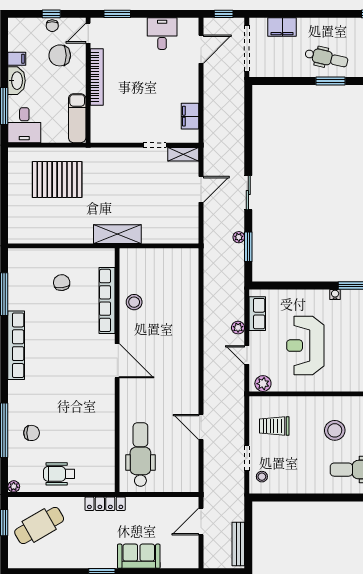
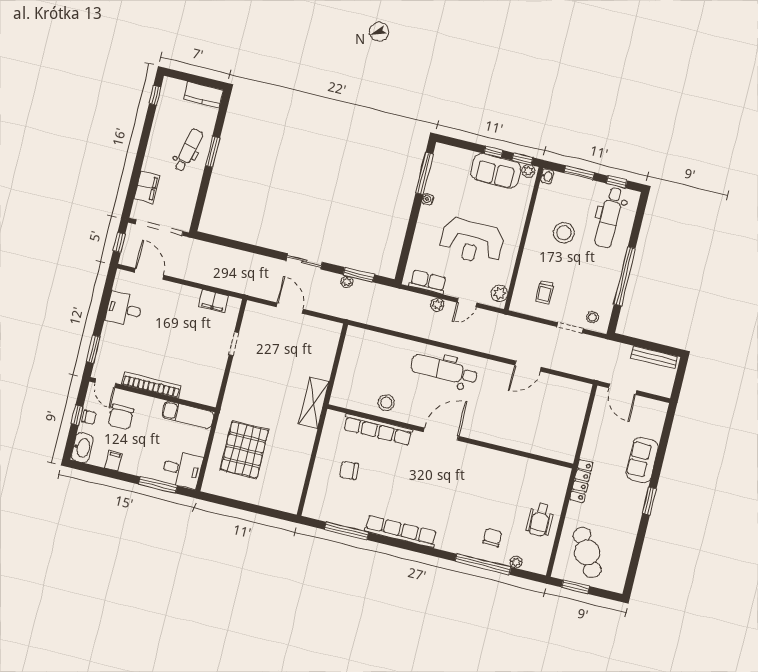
washbasin: (17, 81) -> (82, 448), moved, turned 90
shelving: (183, 154) -> (250, 317), removed
trolley: (274, 426) -> (545, 292), width x0.73, depth x0.72
dental chair: (140, 455) -> (444, 370), moved
plant: (14, 486) -> (516, 562), moved
window: (308, 498) -> (625, 276), added

